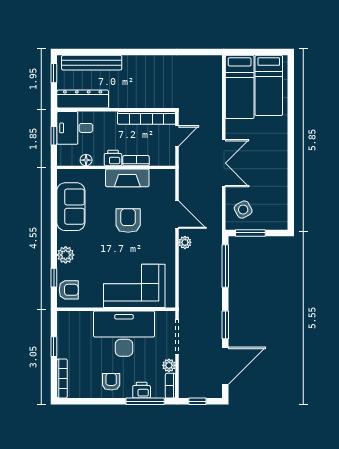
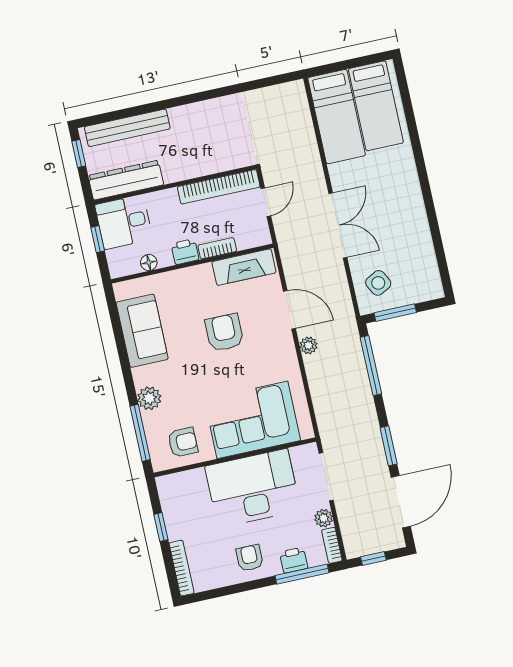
fireplace: (127, 178) -> (244, 267), moved
window: (54, 278) -> (140, 433), width x2.17
armchair: (69, 290) -> (183, 442), moved

